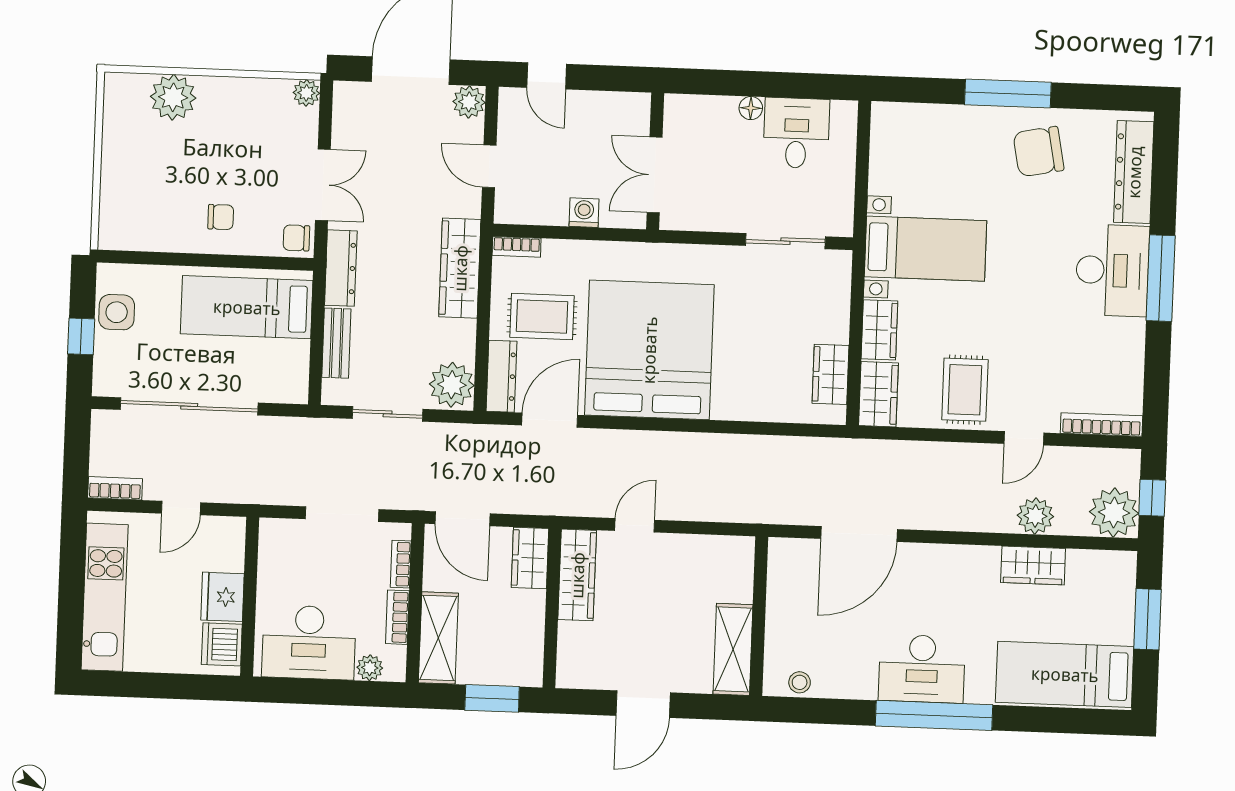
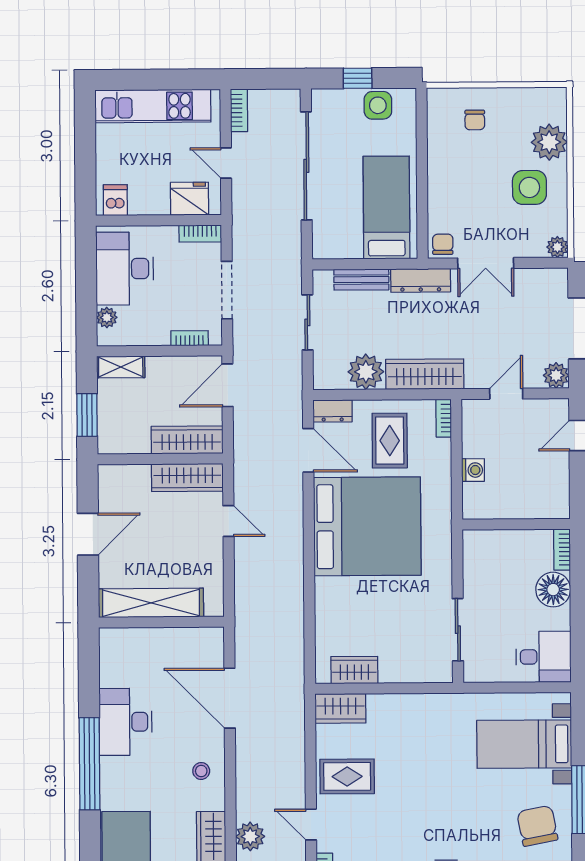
bookcase: (690, 104) -> (562, 550), added
floor lamp: (751, 108) -> (553, 590), width x1.89, depth x1.89
side table: (229, 125) -> (529, 187), added
desk: (796, 133) -> (544, 657), moved
double door: (655, 175) -> (505, 524), removed
chair: (221, 217) -> (475, 120), moved
bed with nightstands: (925, 249) -> (524, 744), moved, turned 90
wardrobe: (879, 330) -> (391, 707), removed
dresser: (502, 376) -> (333, 411), width x0.70
plant: (452, 385) -> (366, 372), moved
wardrobe: (530, 558) -> (187, 440), width x1.50
fridge: (222, 597) -> (190, 199), moved
bookcase: (397, 617) -> (200, 234), moved, turned 180
shelving: (438, 638) -> (121, 367), width x0.67, depth x0.75
dishwasher: (222, 644) -> (115, 200), width x0.73
shelving: (733, 649) -> (151, 603), width x1.47
desk: (922, 669) -> (126, 722), moved
stool: (800, 682) -> (201, 771), moved
door: (643, 704) -> (88, 534), swing flipped

